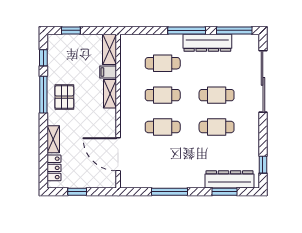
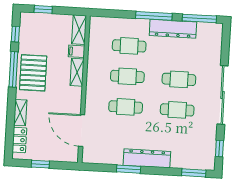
sliding door: (263, 81) -> (223, 95), moved
pallet: (64, 97) -> (33, 73), width x1.50, depth x1.42
dresser: (230, 179) -> (147, 158), moved
window: (169, 192) -> (129, 169), width x0.69
window: (224, 192) -> (194, 173), moved

